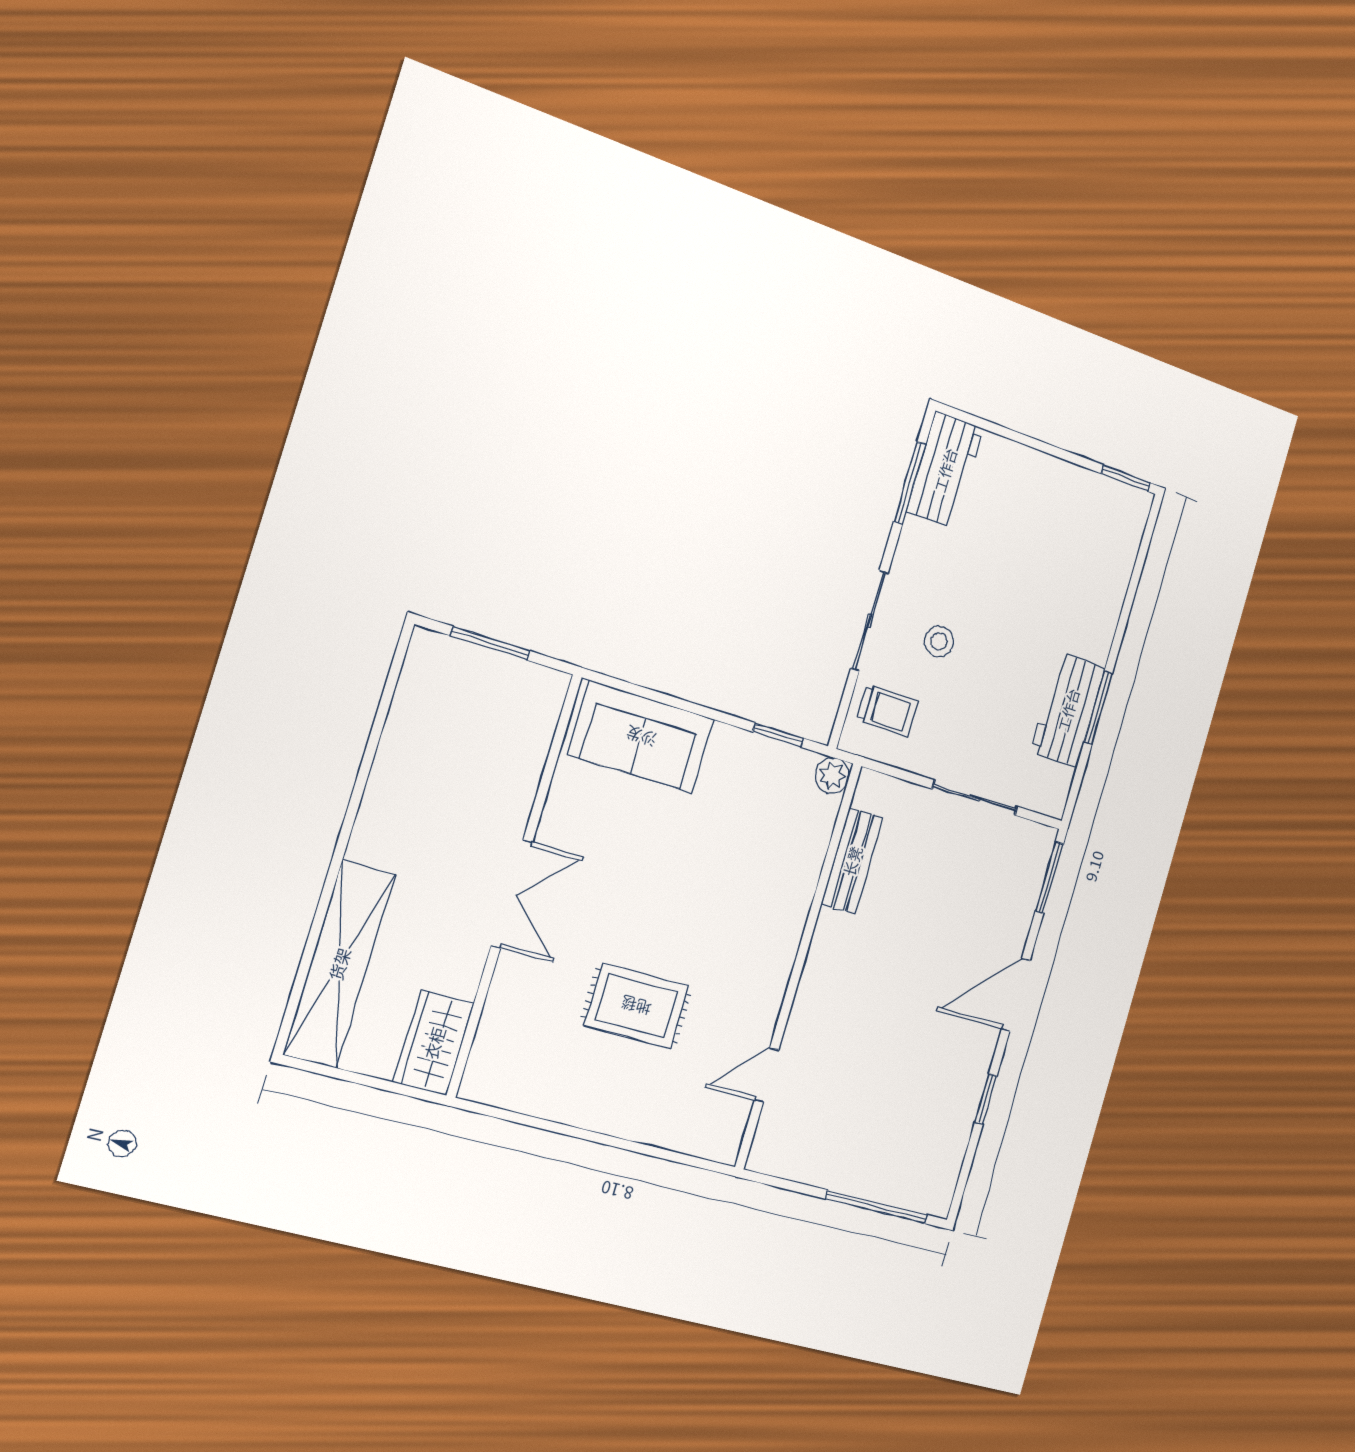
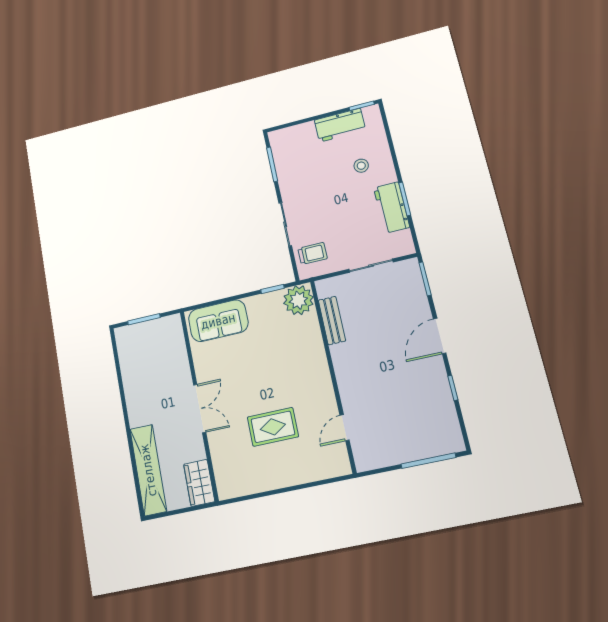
workbench: (945, 470) -> (340, 125), moved, turned 90
stool: (939, 641) -> (361, 166), moved
plant: (832, 776) -> (298, 300), width x1.88, depth x1.88

